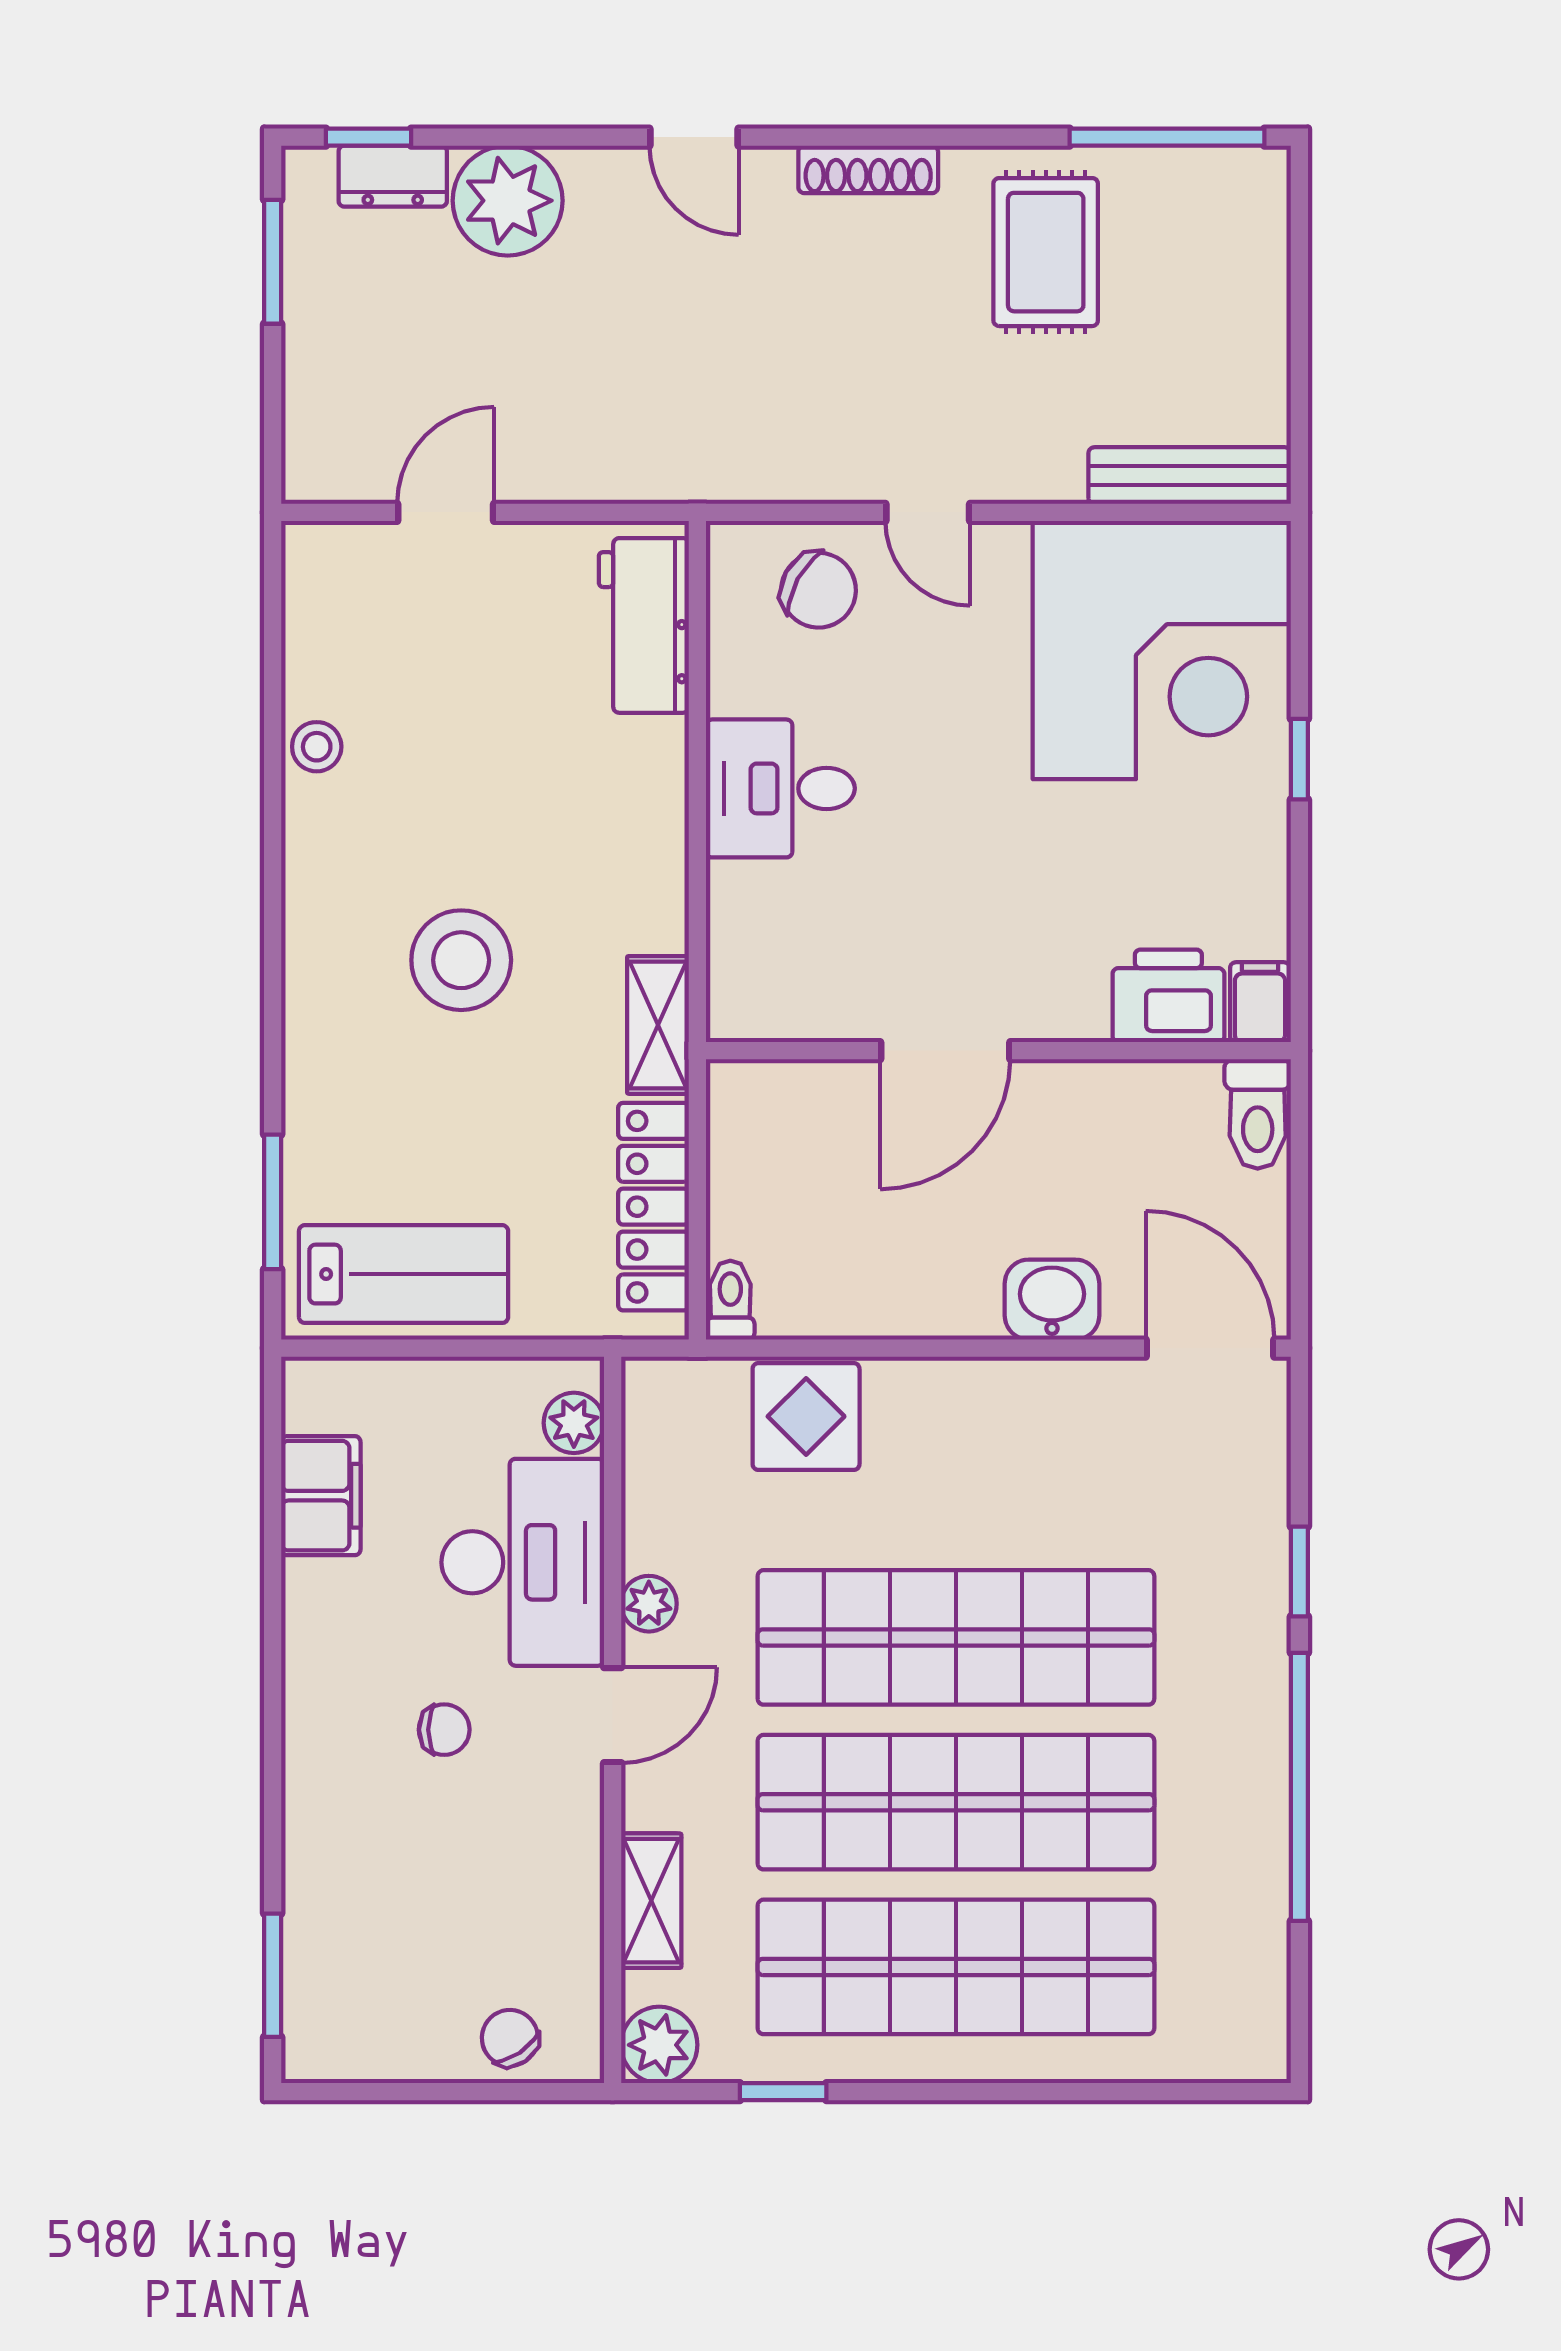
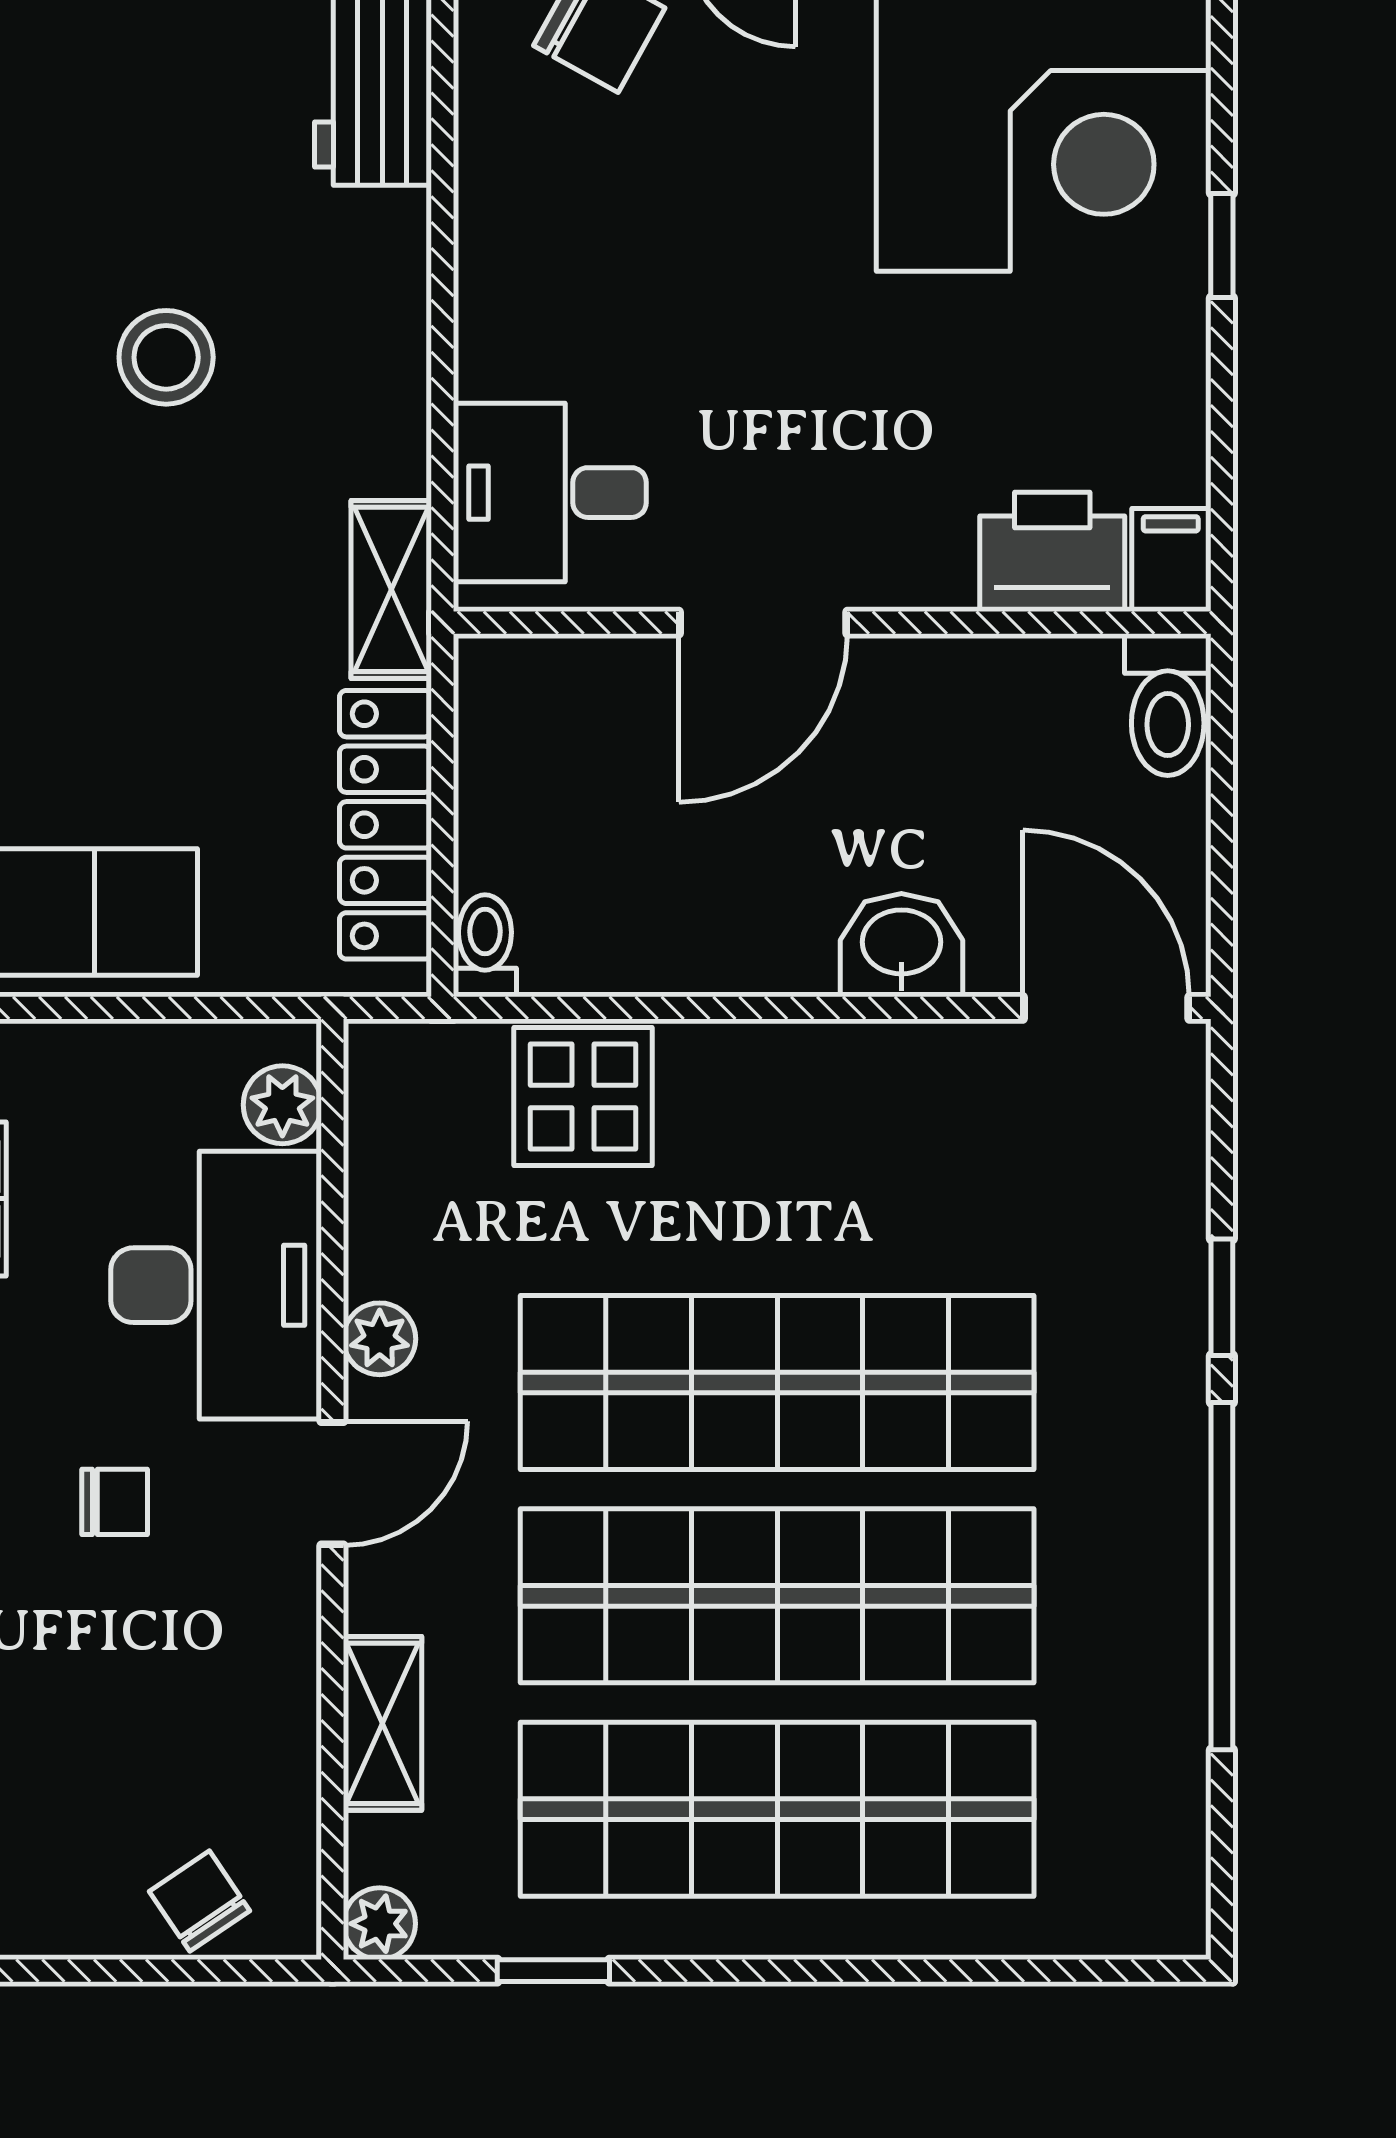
desk: (780, 788) -> (550, 493), moved
stool: (461, 960) -> (166, 357), moved, width x0.73, depth x0.73
plant: (659, 2045) -> (379, 1924), width x0.73, depth x0.73

